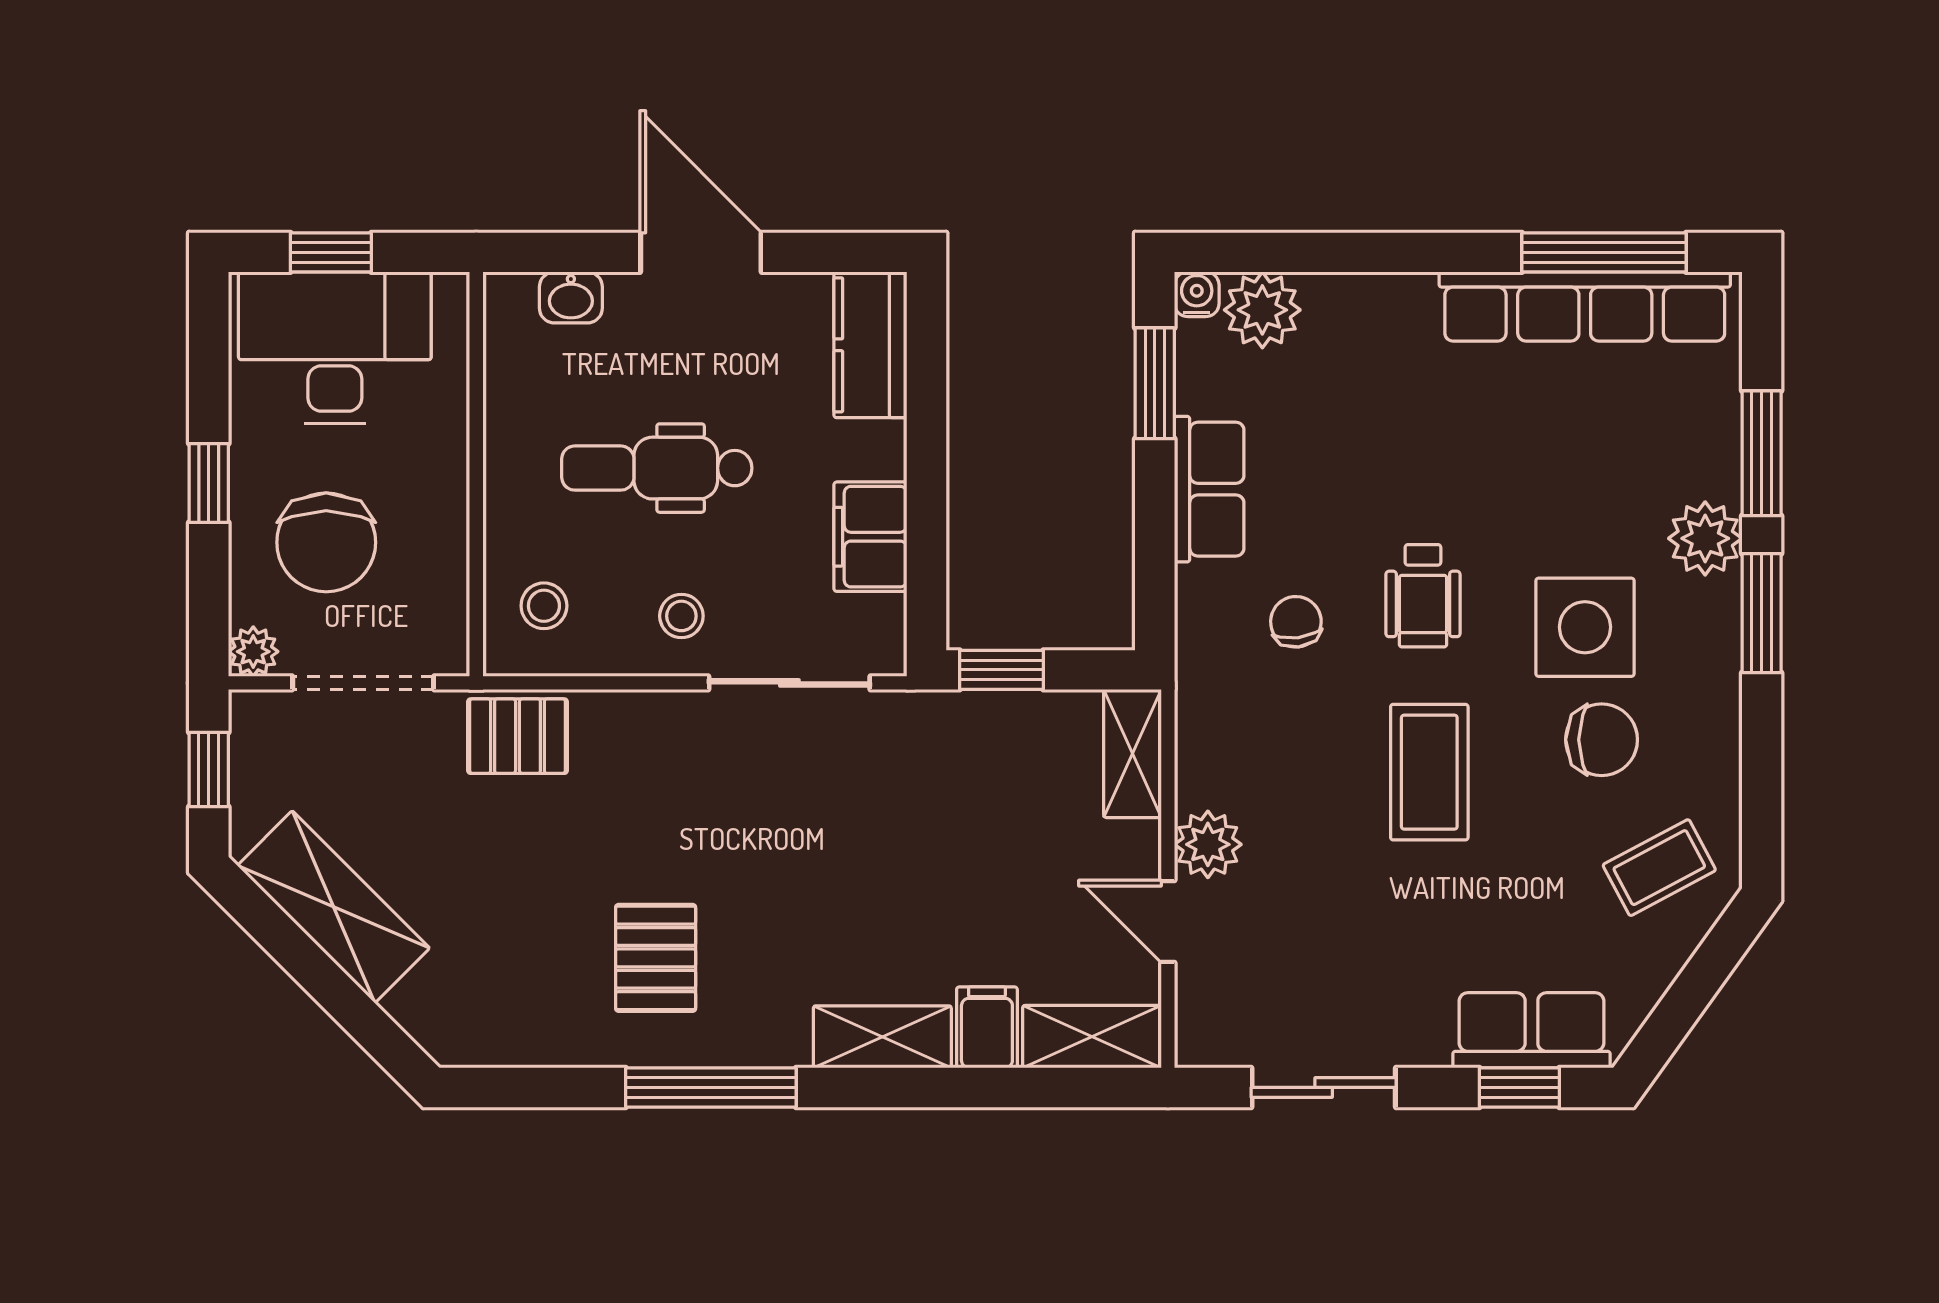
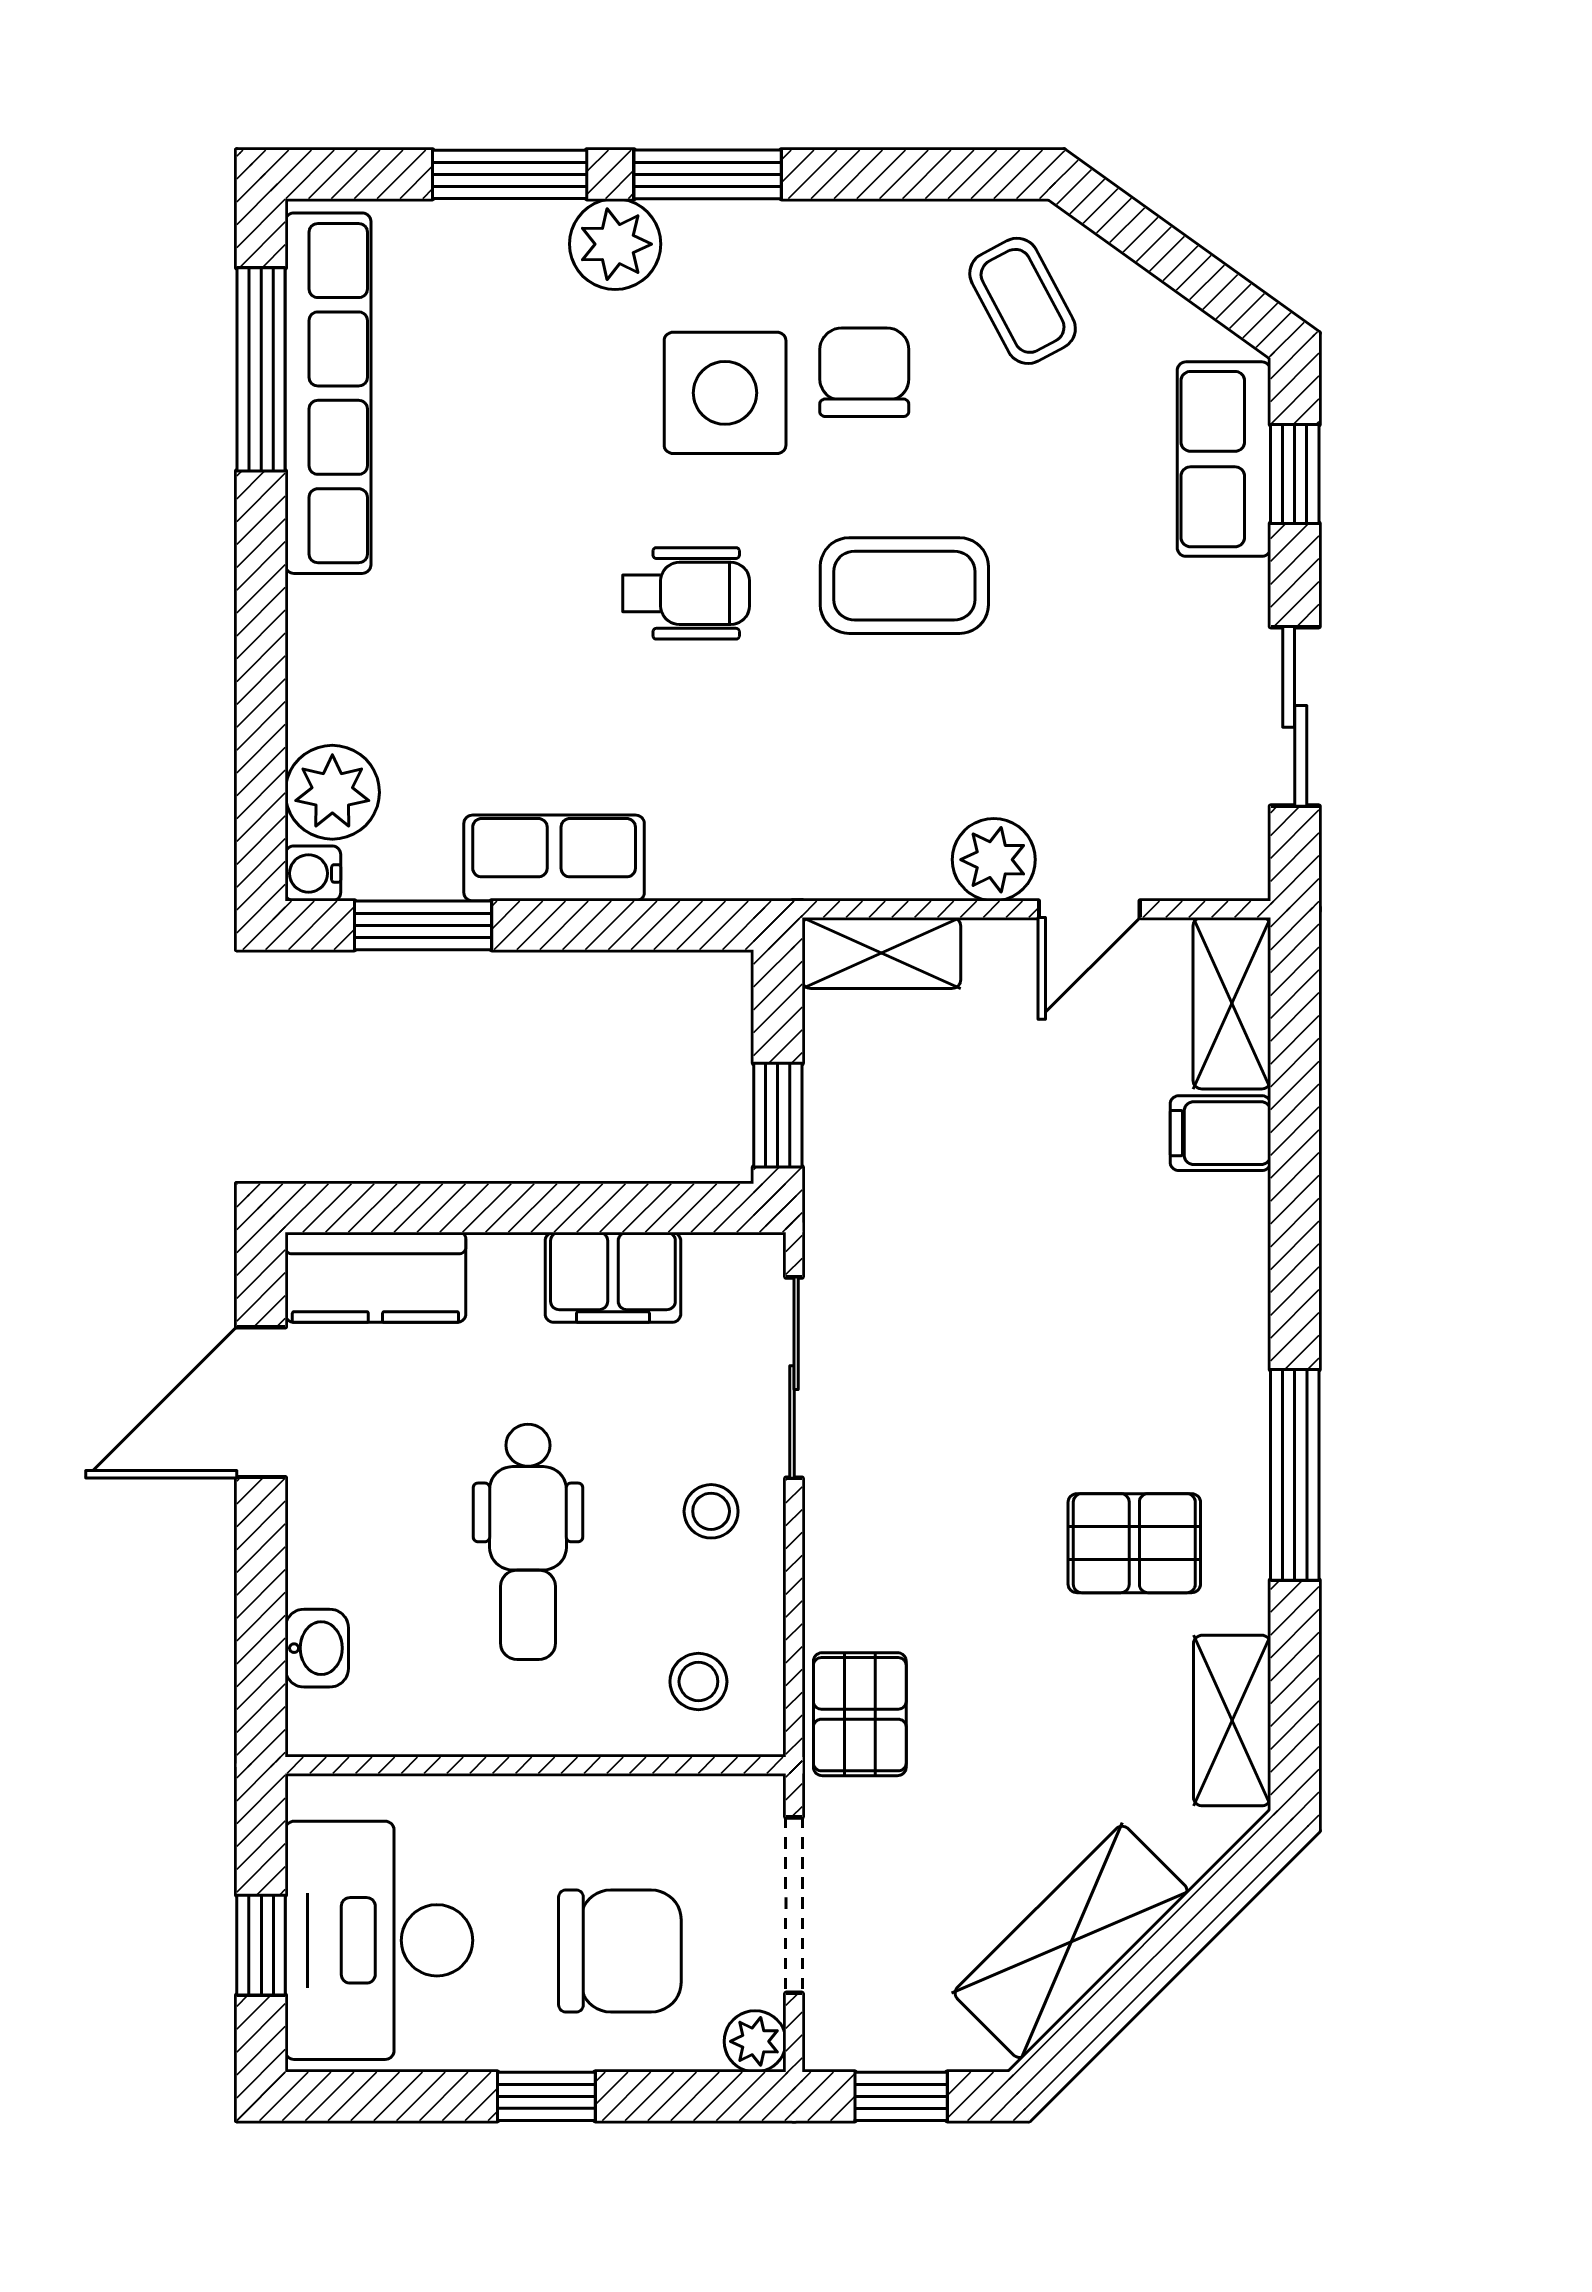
door: (701, 252) -> (261, 1402), moved
chair: (1296, 622) -> (718, 751), removed
shelving: (882, 1037) -> (1232, 1721), moved

